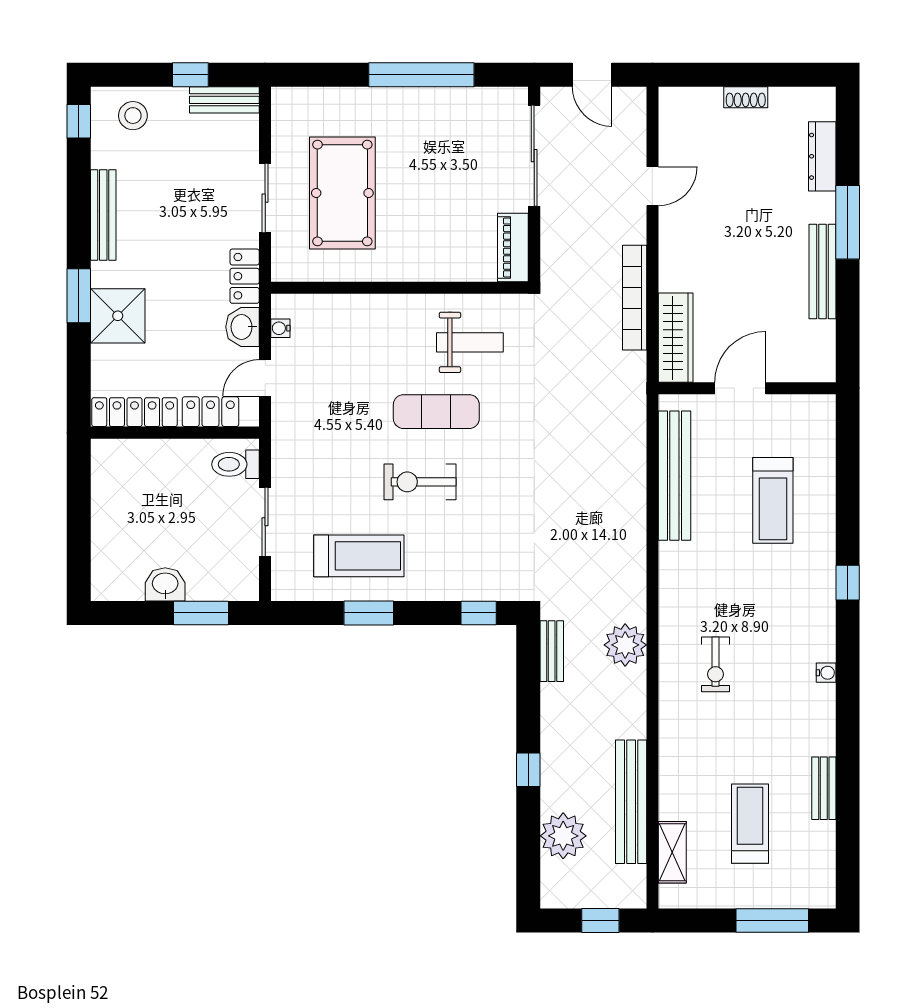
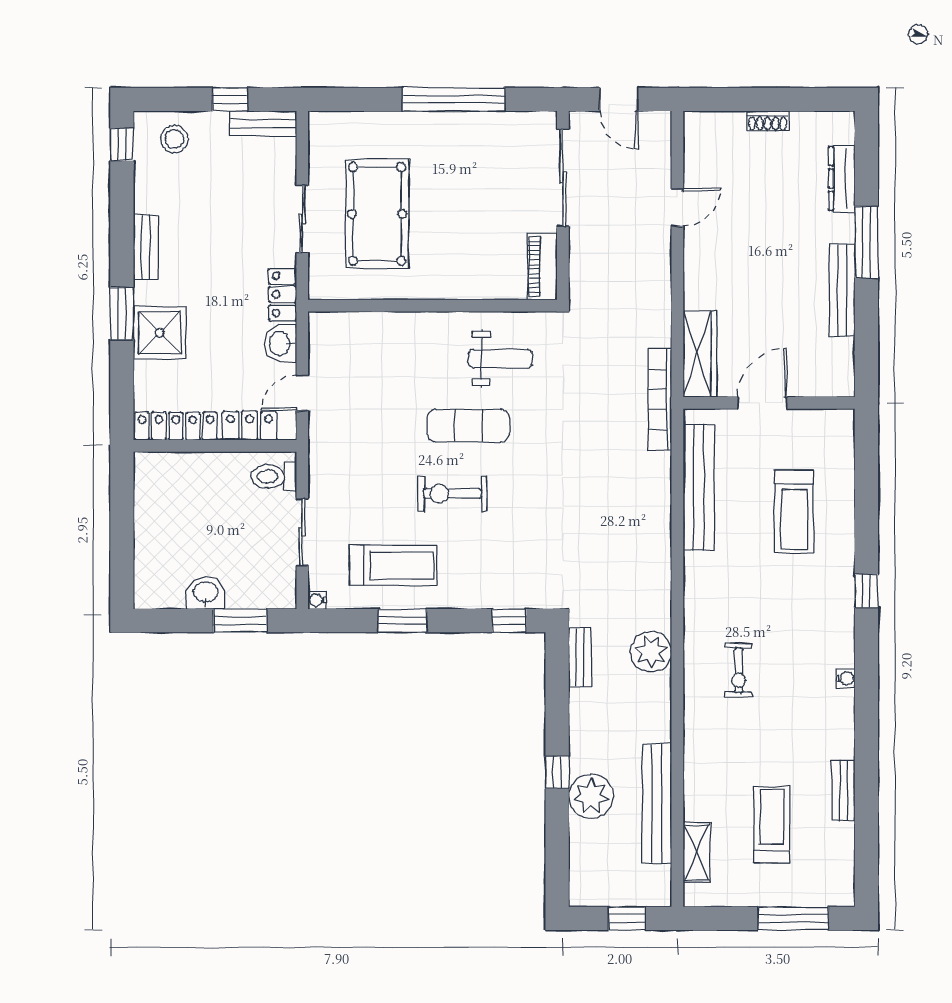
bench: (103, 215) -> (146, 247), width x0.73
bookcase: (635, 298) -> (660, 399), moved
water cooler: (280, 328) -> (317, 600), moved
plant: (563, 836) -> (591, 796), moved

